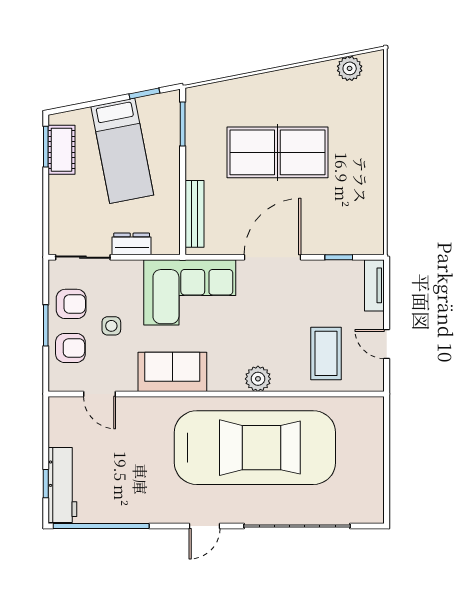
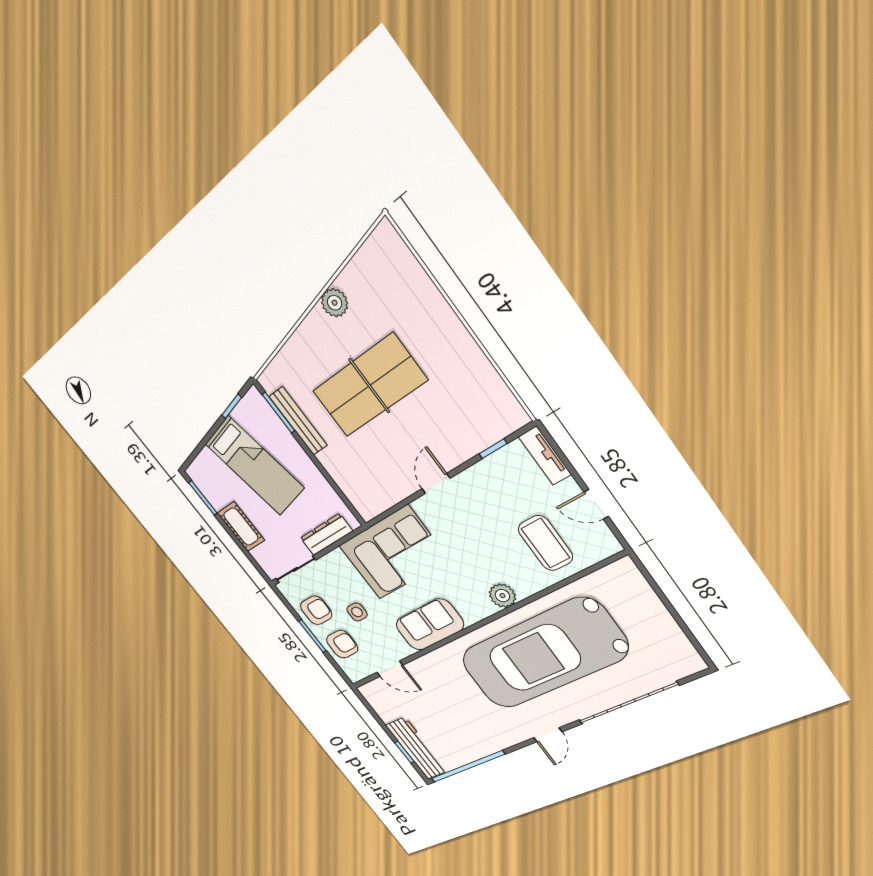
plant: (350, 68) -> (335, 303), moved
cot: (62, 150) -> (241, 527), moved
bench: (194, 214) -> (298, 421), moved
dresser: (132, 244) -> (326, 535), width x1.44
door: (272, 257) -> (436, 484), width x0.53
car: (255, 448) -> (543, 654), turned 180

